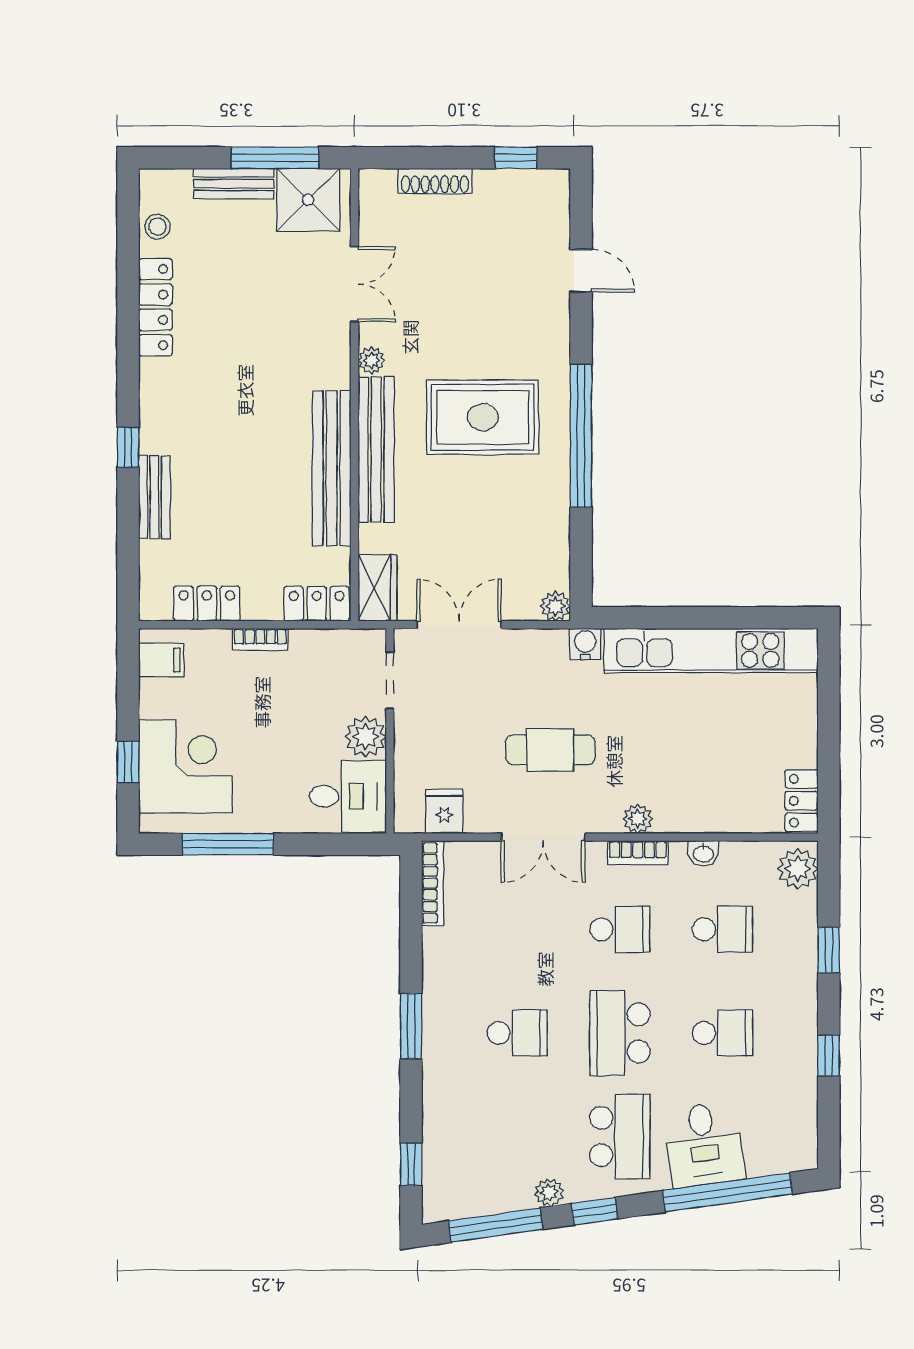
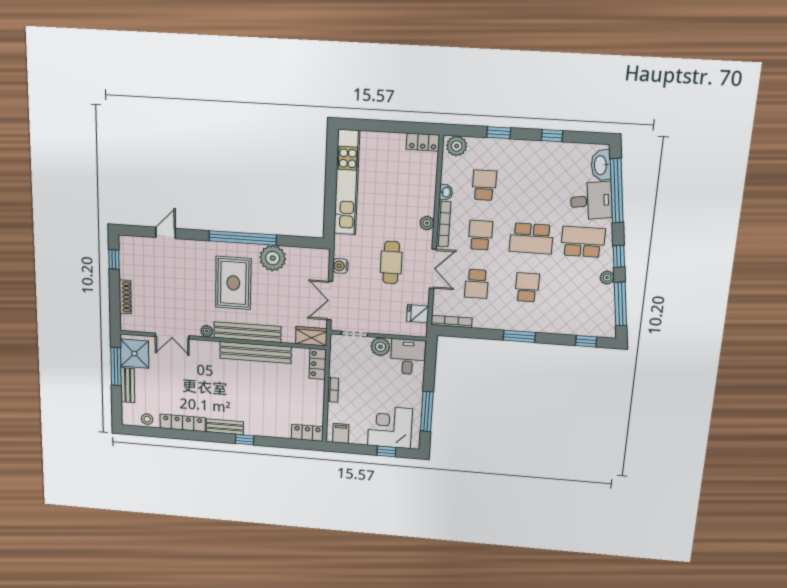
double door: (354, 284) -> (172, 336), swing flipped
bench: (154, 497) -> (225, 427), moved
locker: (207, 604) -> (307, 433), moved, turned 90
plant: (555, 606) -> (273, 258), moved, width x1.88, depth x1.88
water cooler: (585, 644) -> (340, 266), moved
bookcase: (638, 853) -> (443, 224), width x1.56
school desk: (723, 1033) -> (477, 284), moved, turned 180
washbasin: (776, 1156) -> (601, 165), added

